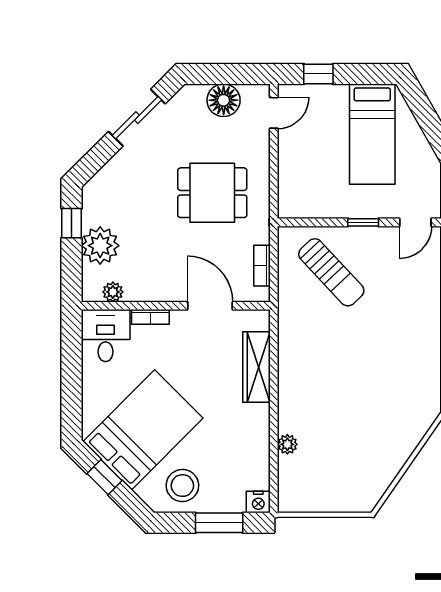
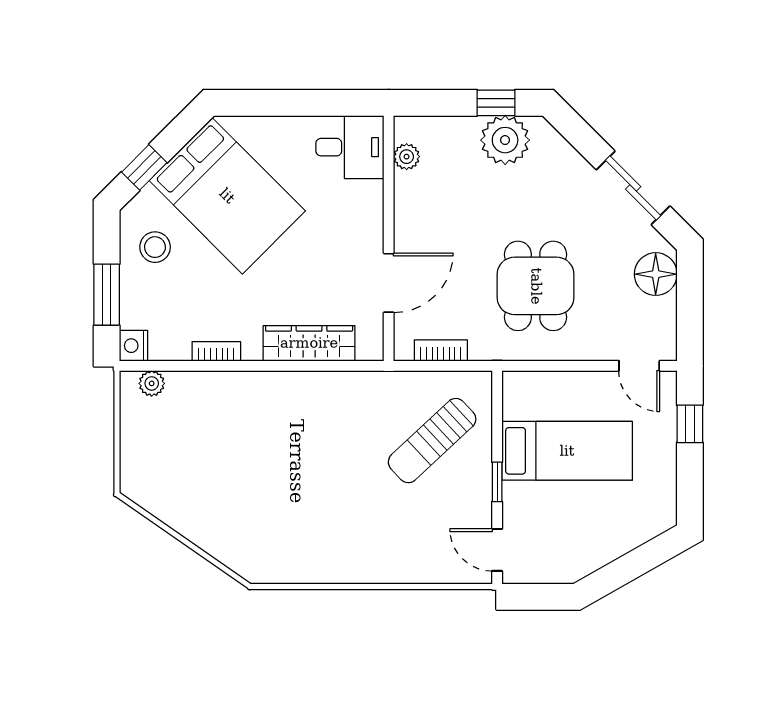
floor lamp: (224, 100) -> (656, 274), moved
bed: (372, 134) -> (567, 451), moved, turned 180
plant: (100, 246) -> (505, 140), moved
bookcase: (150, 317) -> (216, 351), moved, turned 90
plant: (287, 444) -> (152, 383), moved
window: (104, 477) -> (144, 167), moved
stool: (182, 486) -> (155, 247), width x0.73, depth x0.73

